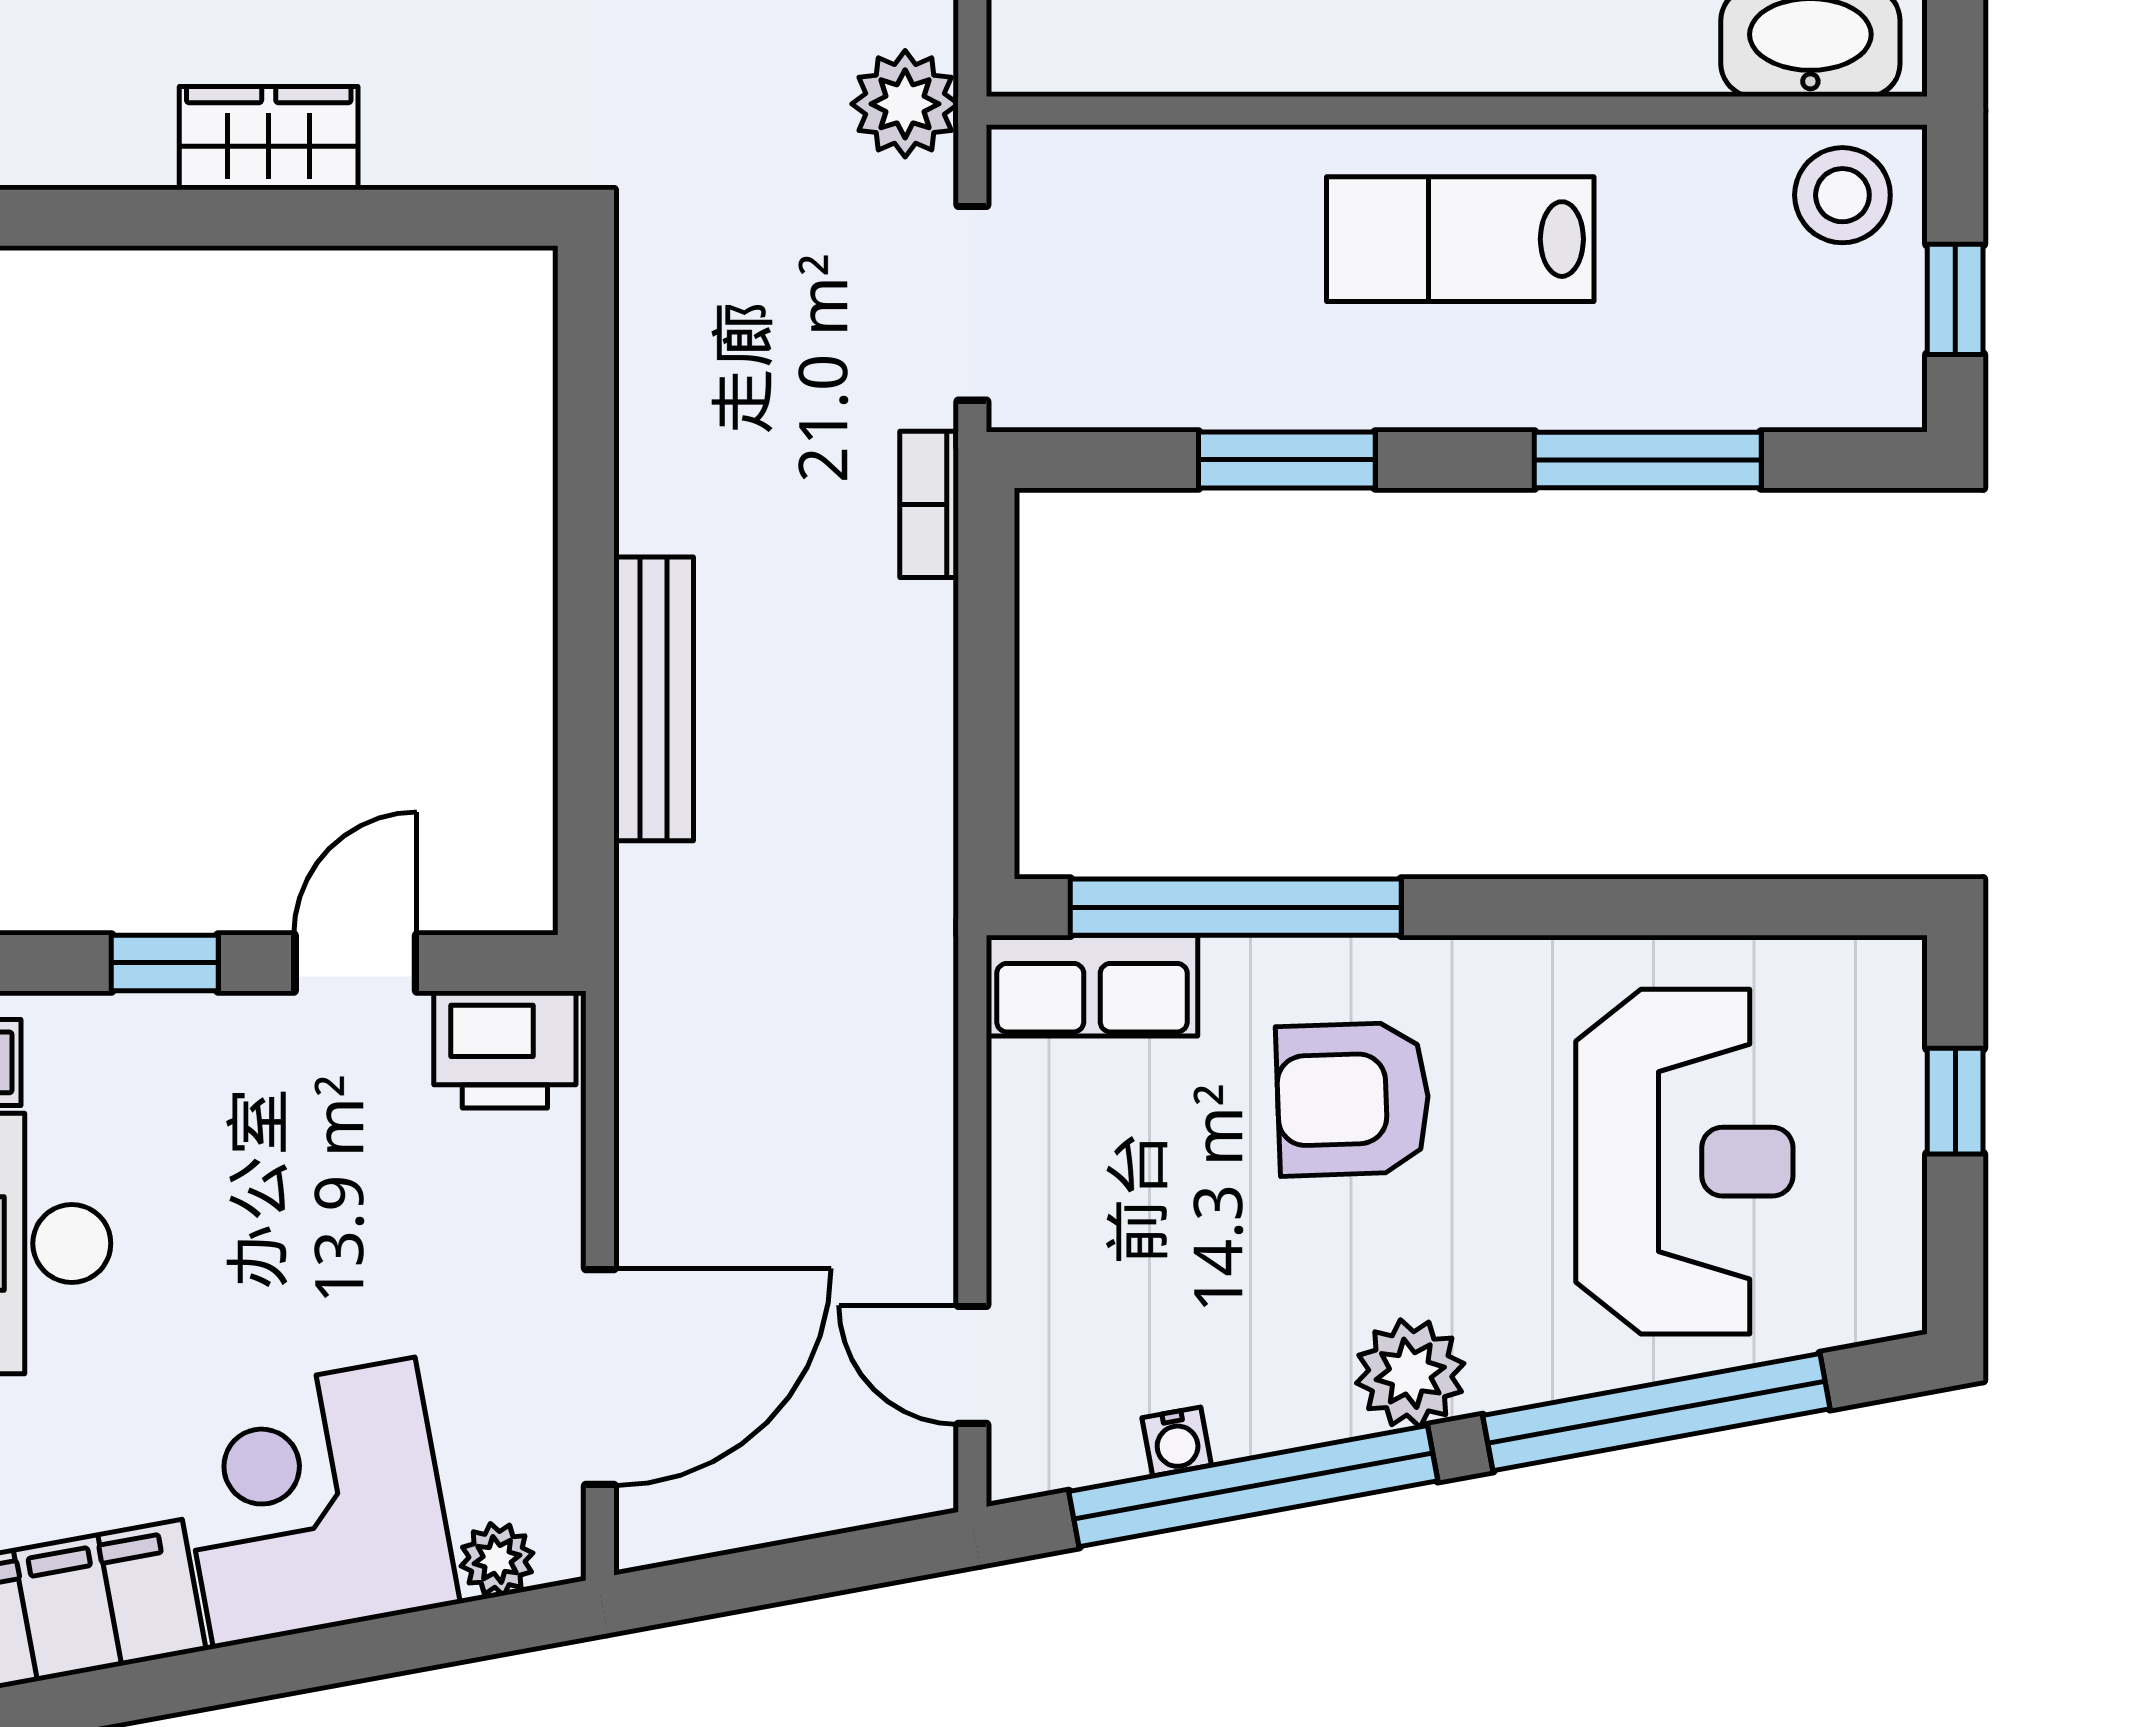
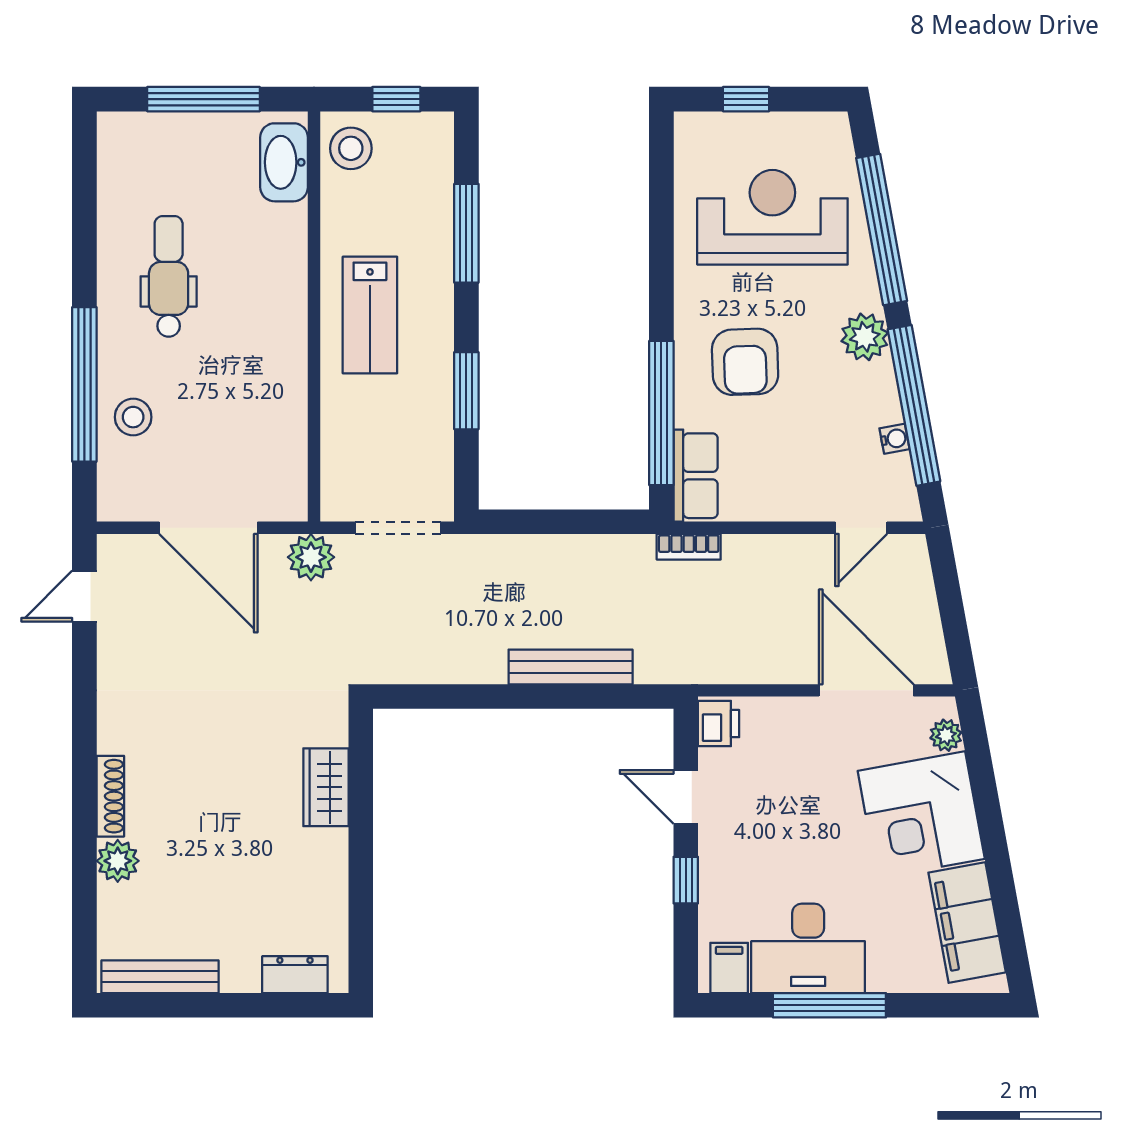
wardrobe: (269, 138) -> (326, 787), moved
bookcase: (929, 504) -> (689, 547), moved
printer: (505, 1050) -> (719, 724), width x0.73, depth x0.81

